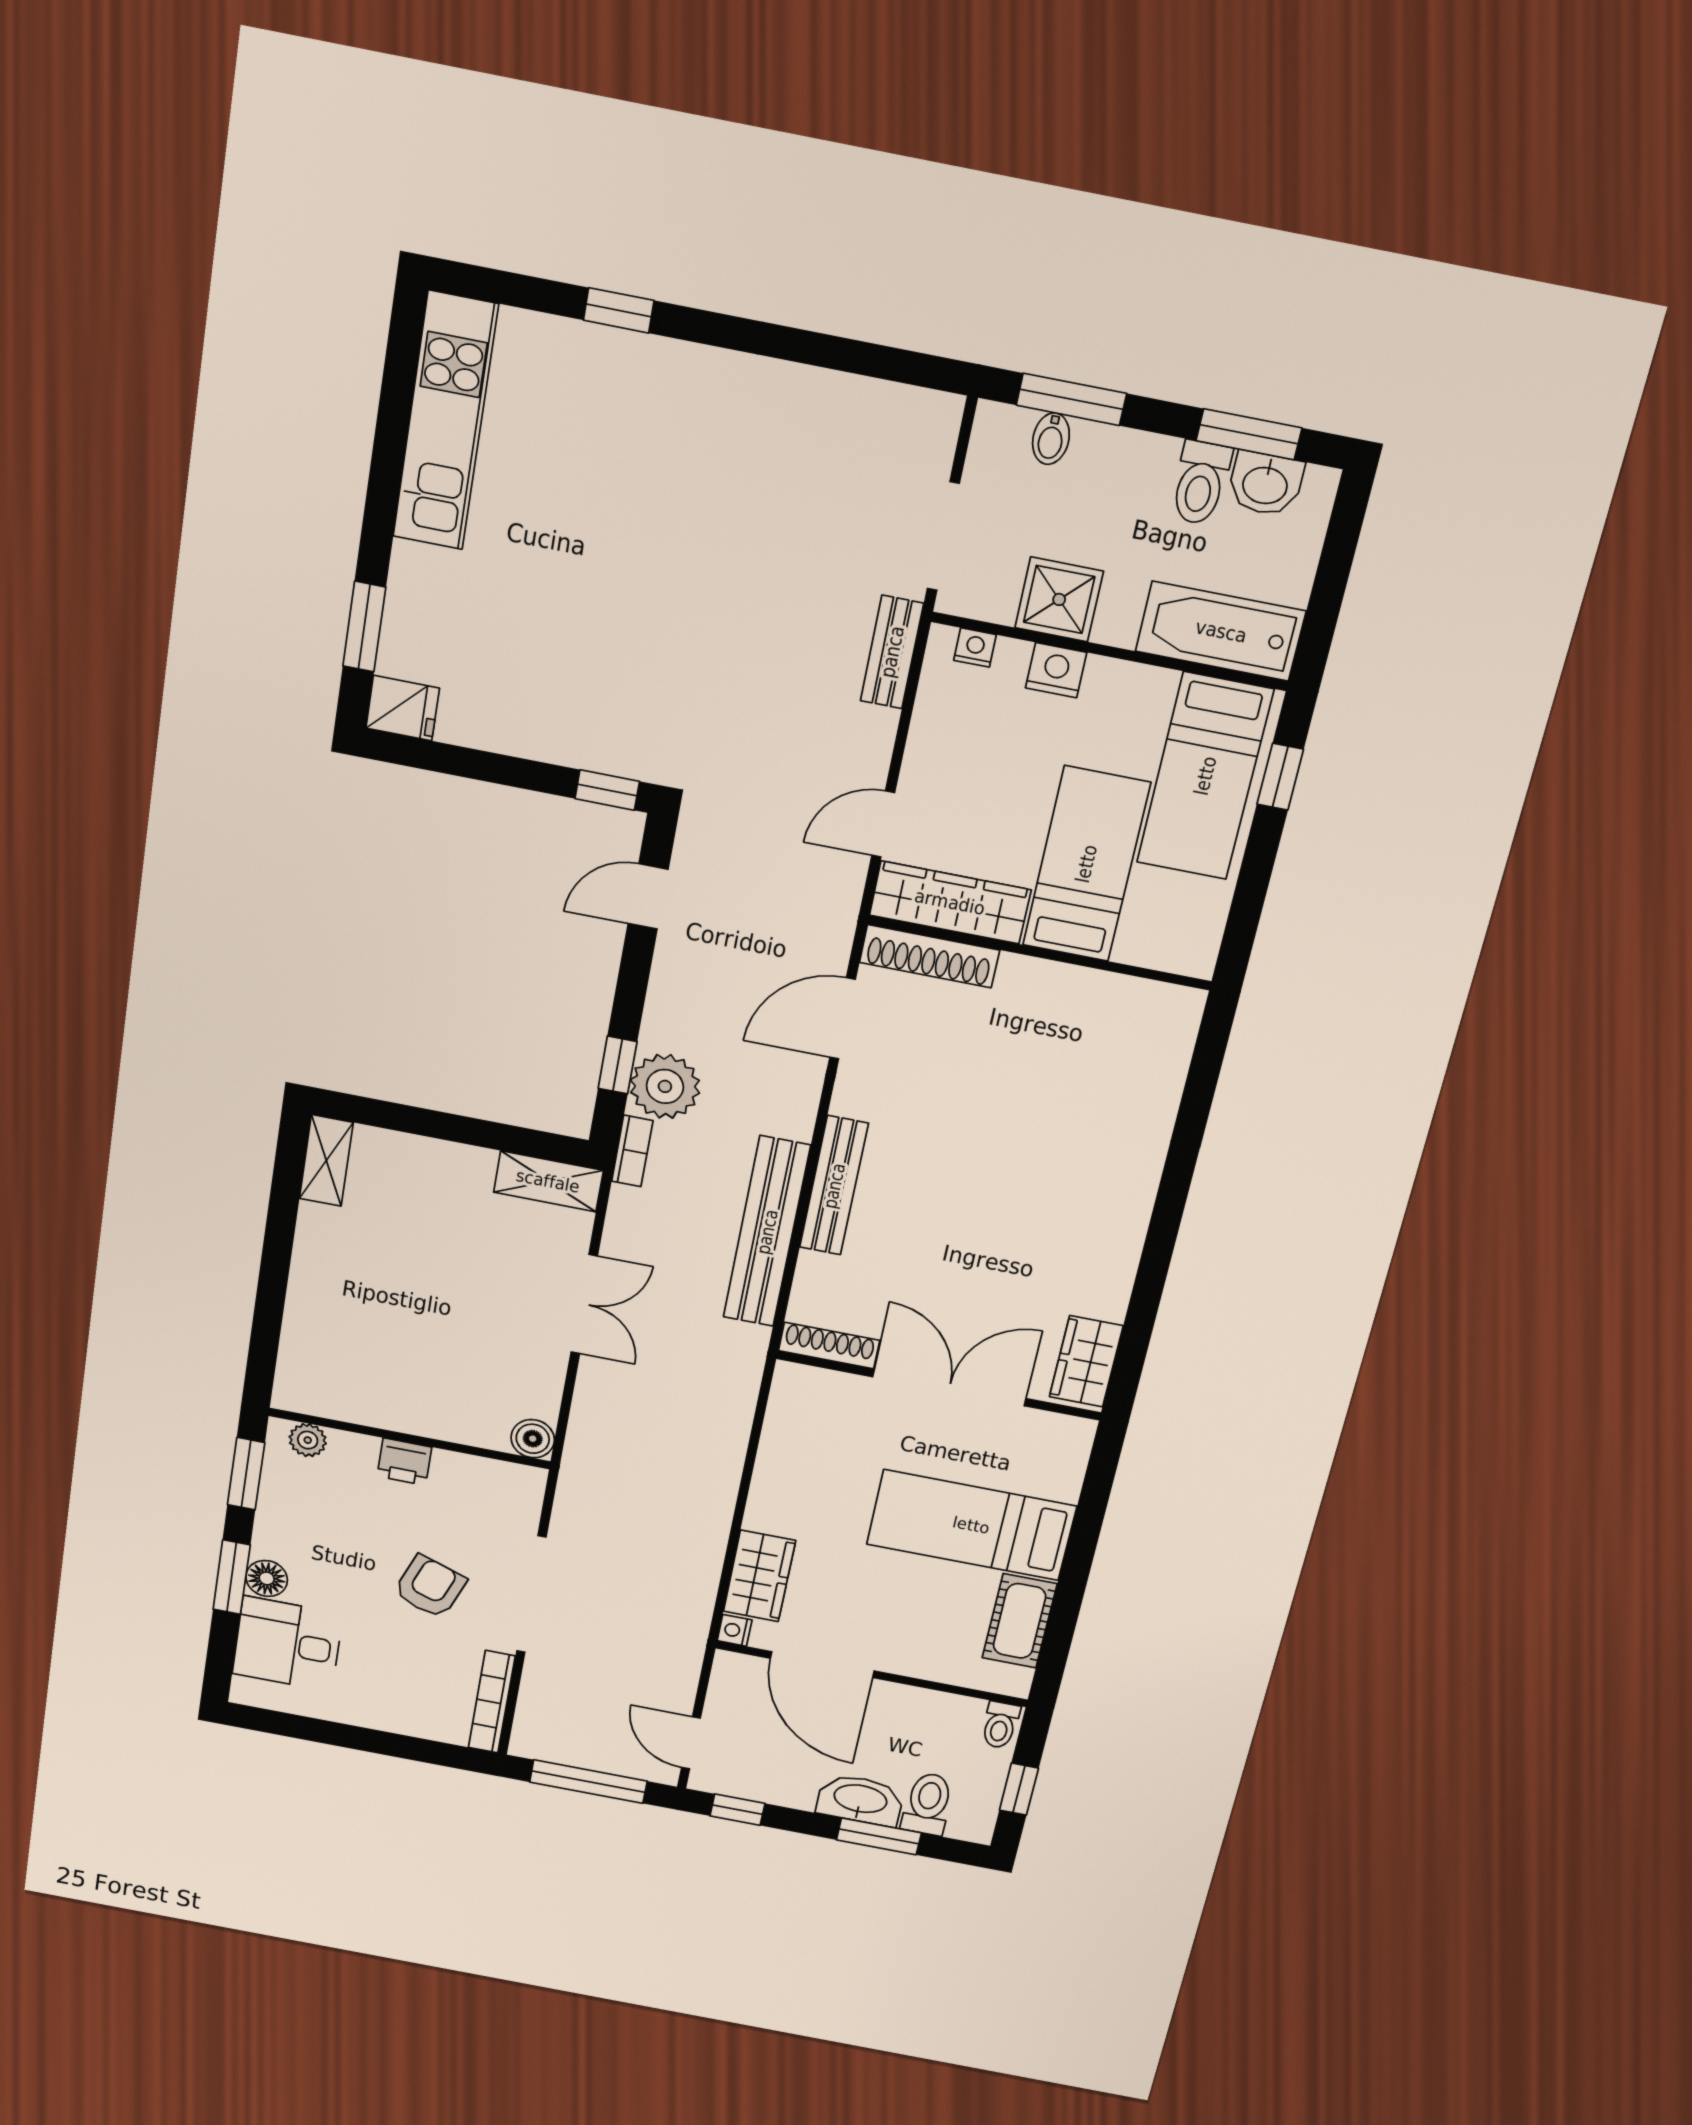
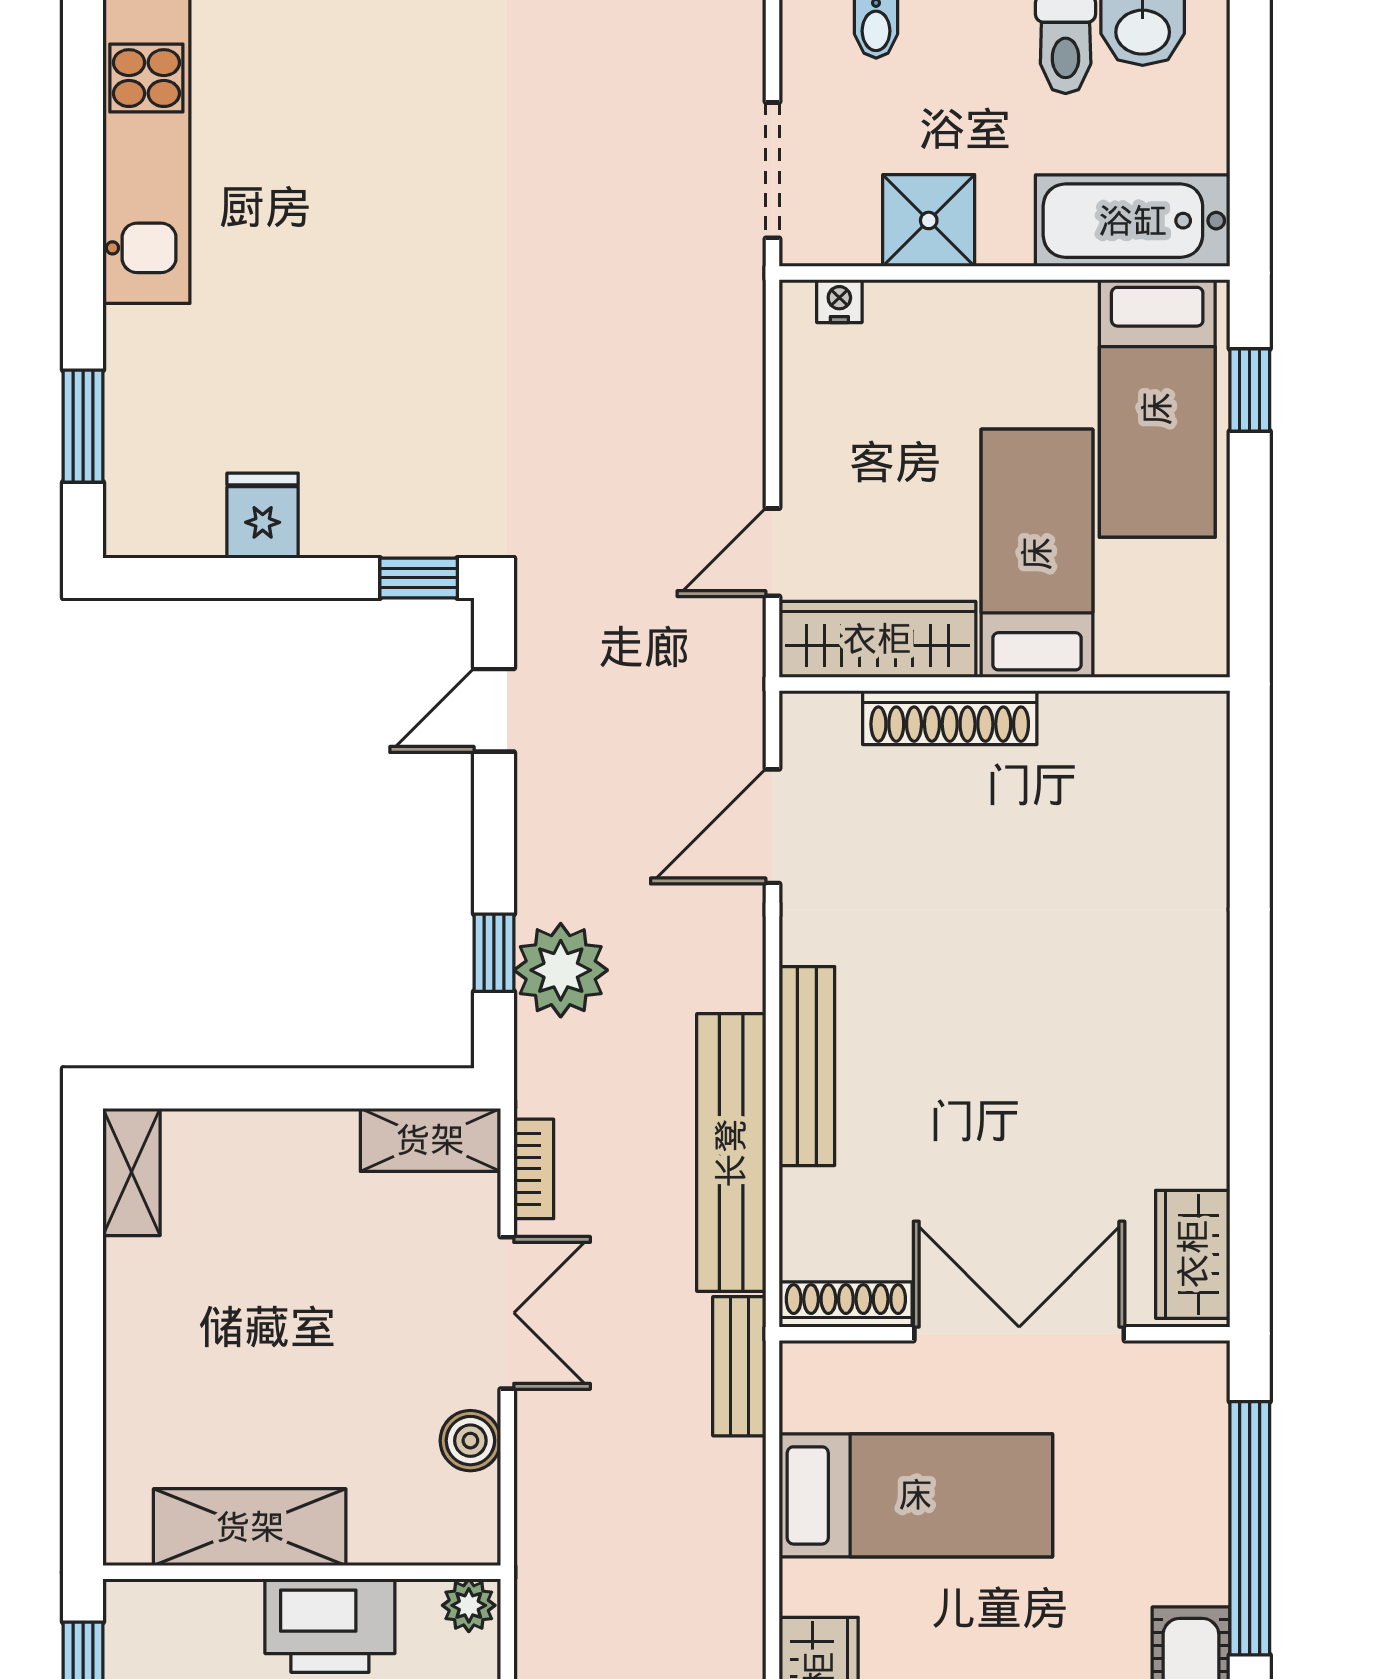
bench: (892, 652) -> (739, 1366), moved
nightstand: (1056, 670) -> (944, 310), removed
fridge: (403, 708) -> (263, 516), moved, turned -90
shoe rack: (929, 956) -> (950, 718), moved
bookcase: (632, 1151) -> (534, 1169), moved
shelving: (377, 1404) -> (250, 1527), added
boiler: (533, 1439) -> (470, 1441), moved
plant: (308, 1440) -> (469, 1605), moved
printer: (404, 1462) -> (330, 1626), width x1.87, depth x1.48
bed: (971, 1525) -> (916, 1495), moved, turned 180
window: (1083, 1539) -> (1250, 1528), added

